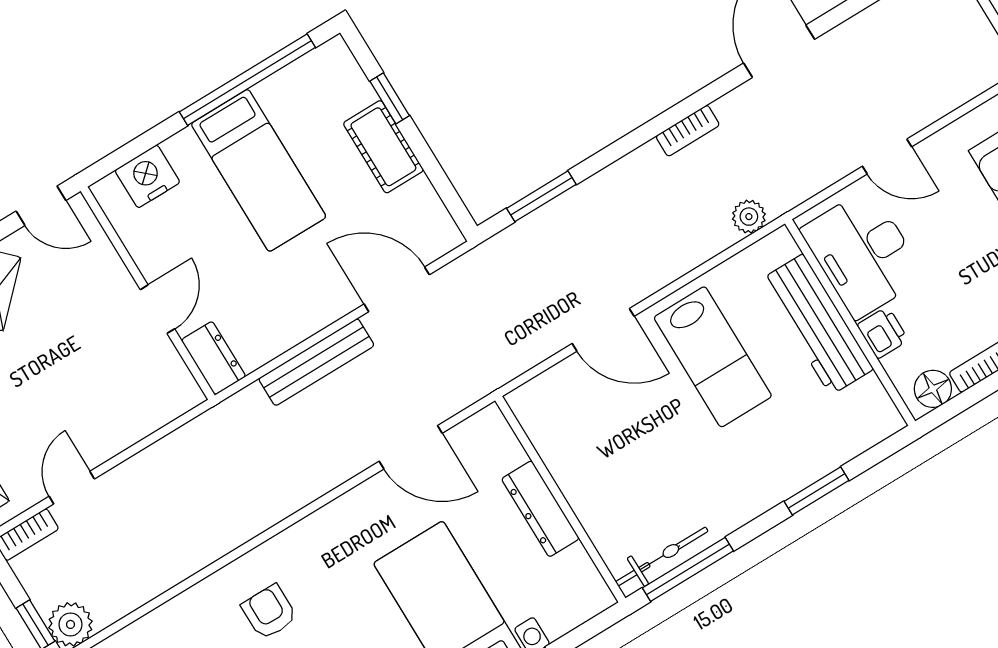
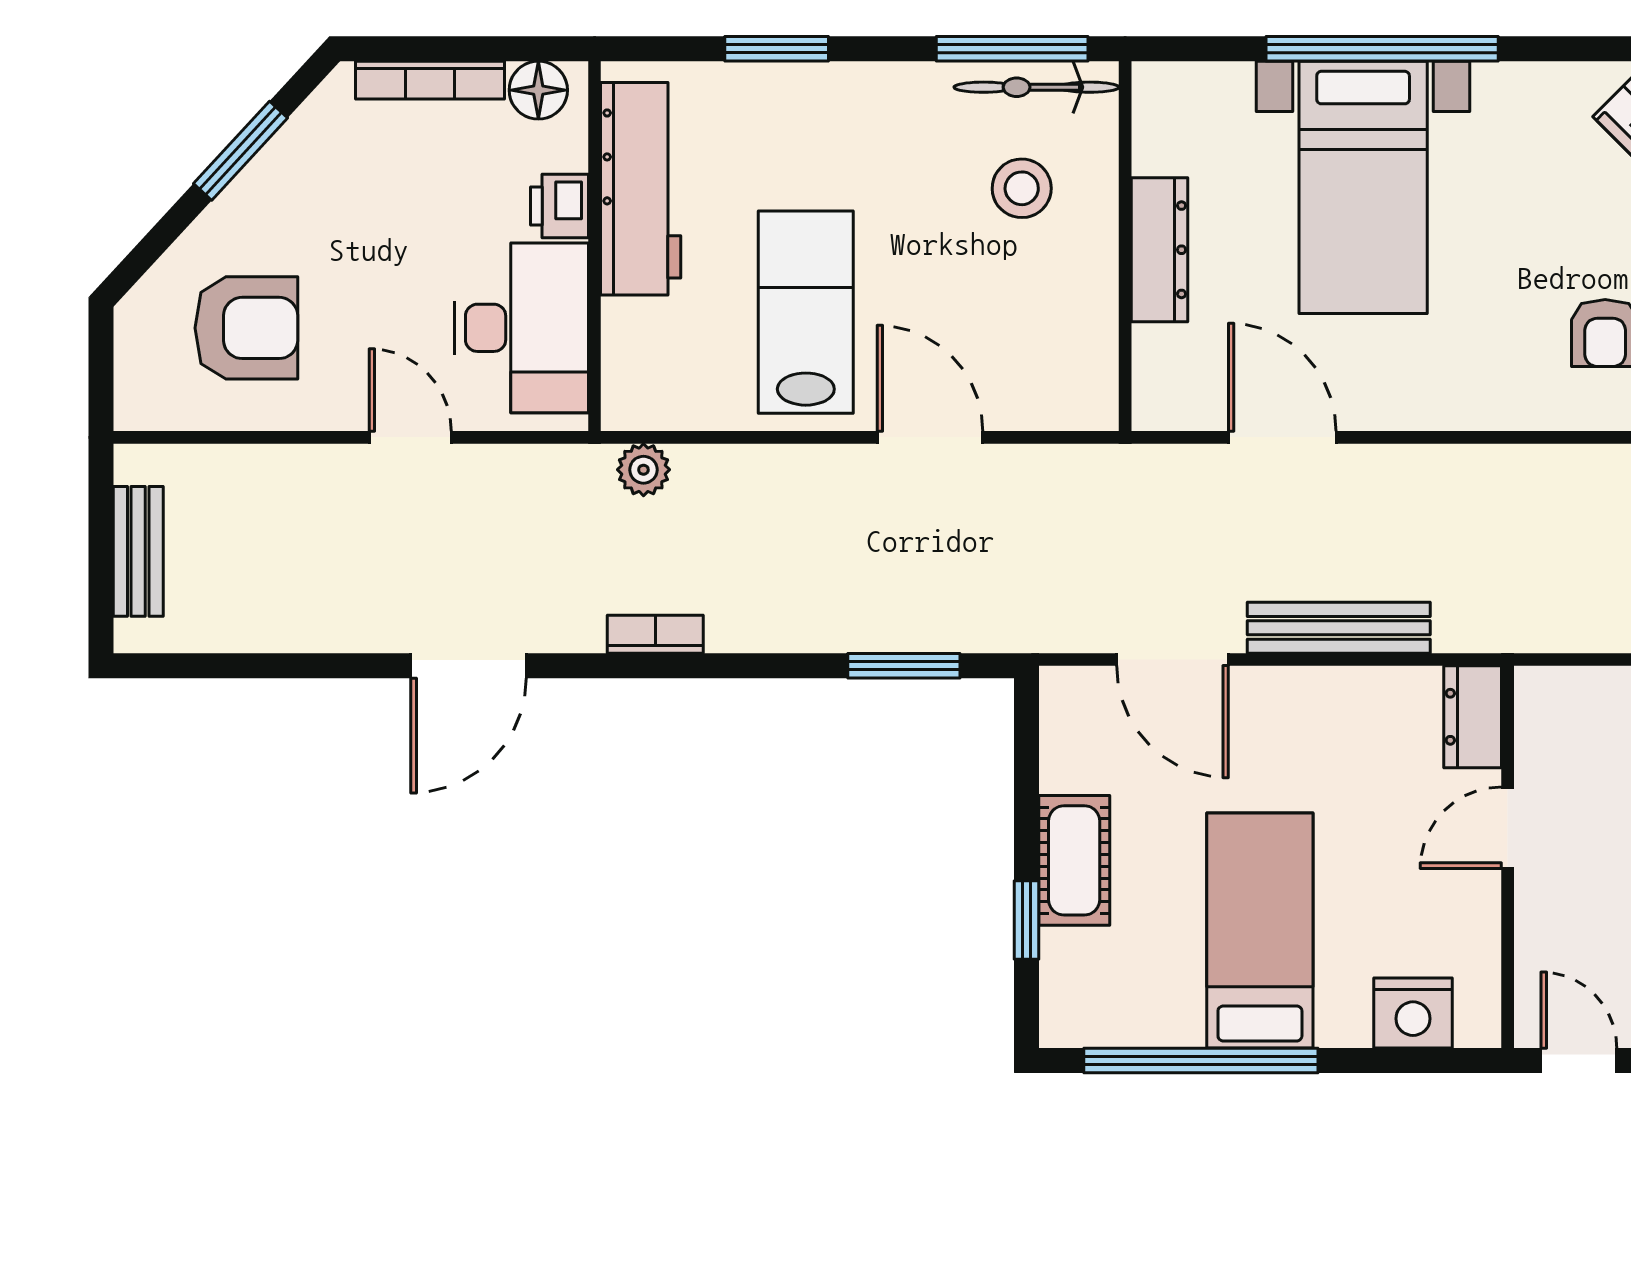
workbench: (817, 324) -> (641, 189), moved
stool: (636, 496) -> (1022, 188), added

